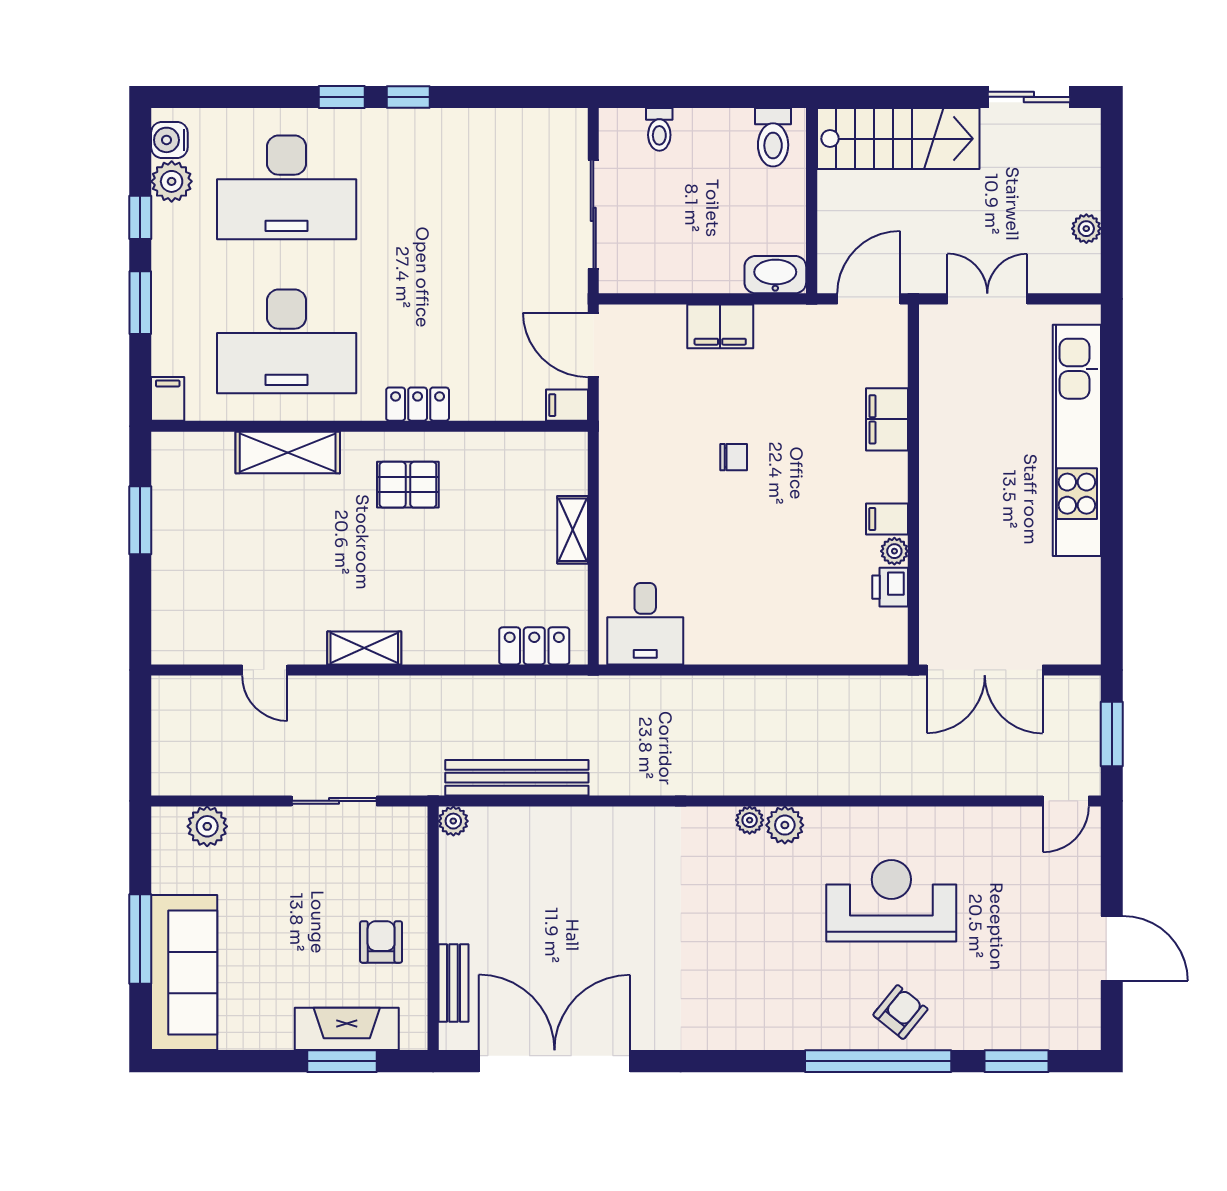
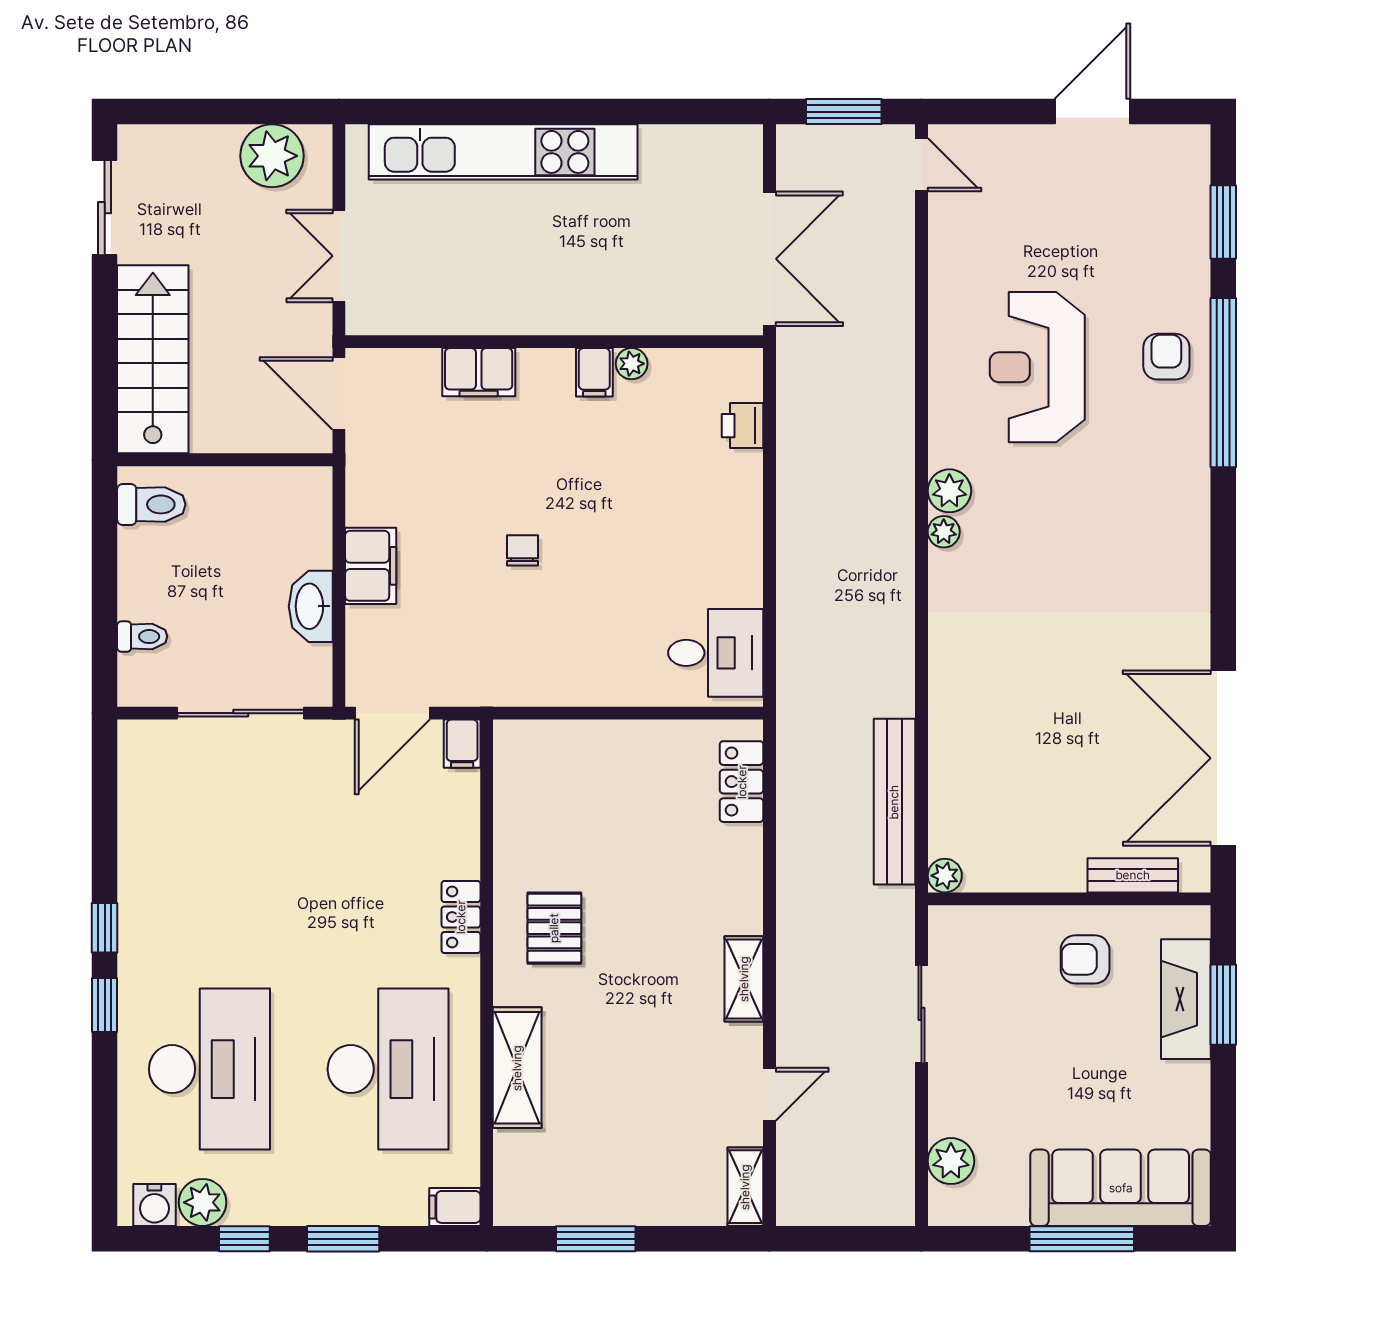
plant: (1086, 229) -> (272, 156), width x1.87, depth x1.87
washbasin: (775, 275) -> (311, 606), moved
shelving: (573, 530) -> (745, 1187), moved, turned 90
printer: (890, 587) -> (743, 426), moved, turned 90
armchair: (900, 1012) -> (1166, 357), turned 51

